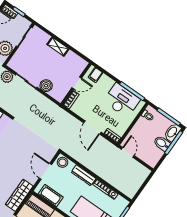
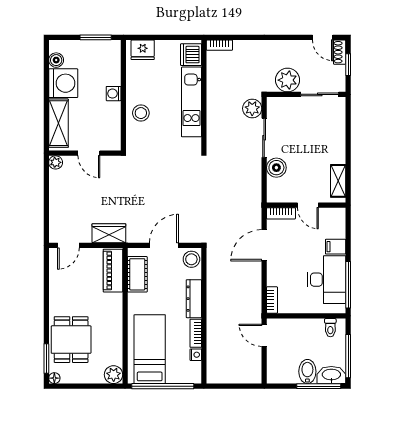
shelving: (58, 47) -> (338, 181), moved
filing cabinet: (95, 75) -> (336, 247), moved
door: (92, 128) -> (264, 245), moved
door: (128, 152) -> (264, 335), swing flipped
wardrobe: (19, 195) -> (109, 233), width x0.67

